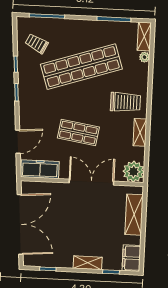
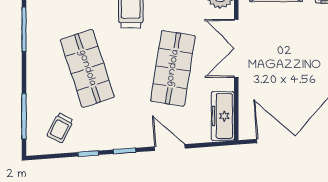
shop shelf: (81, 67) -> (87, 68), width x0.71
shop shelf: (78, 132) -> (173, 68), width x1.43, depth x1.36
door: (18, 142) -> (170, 148), moved

